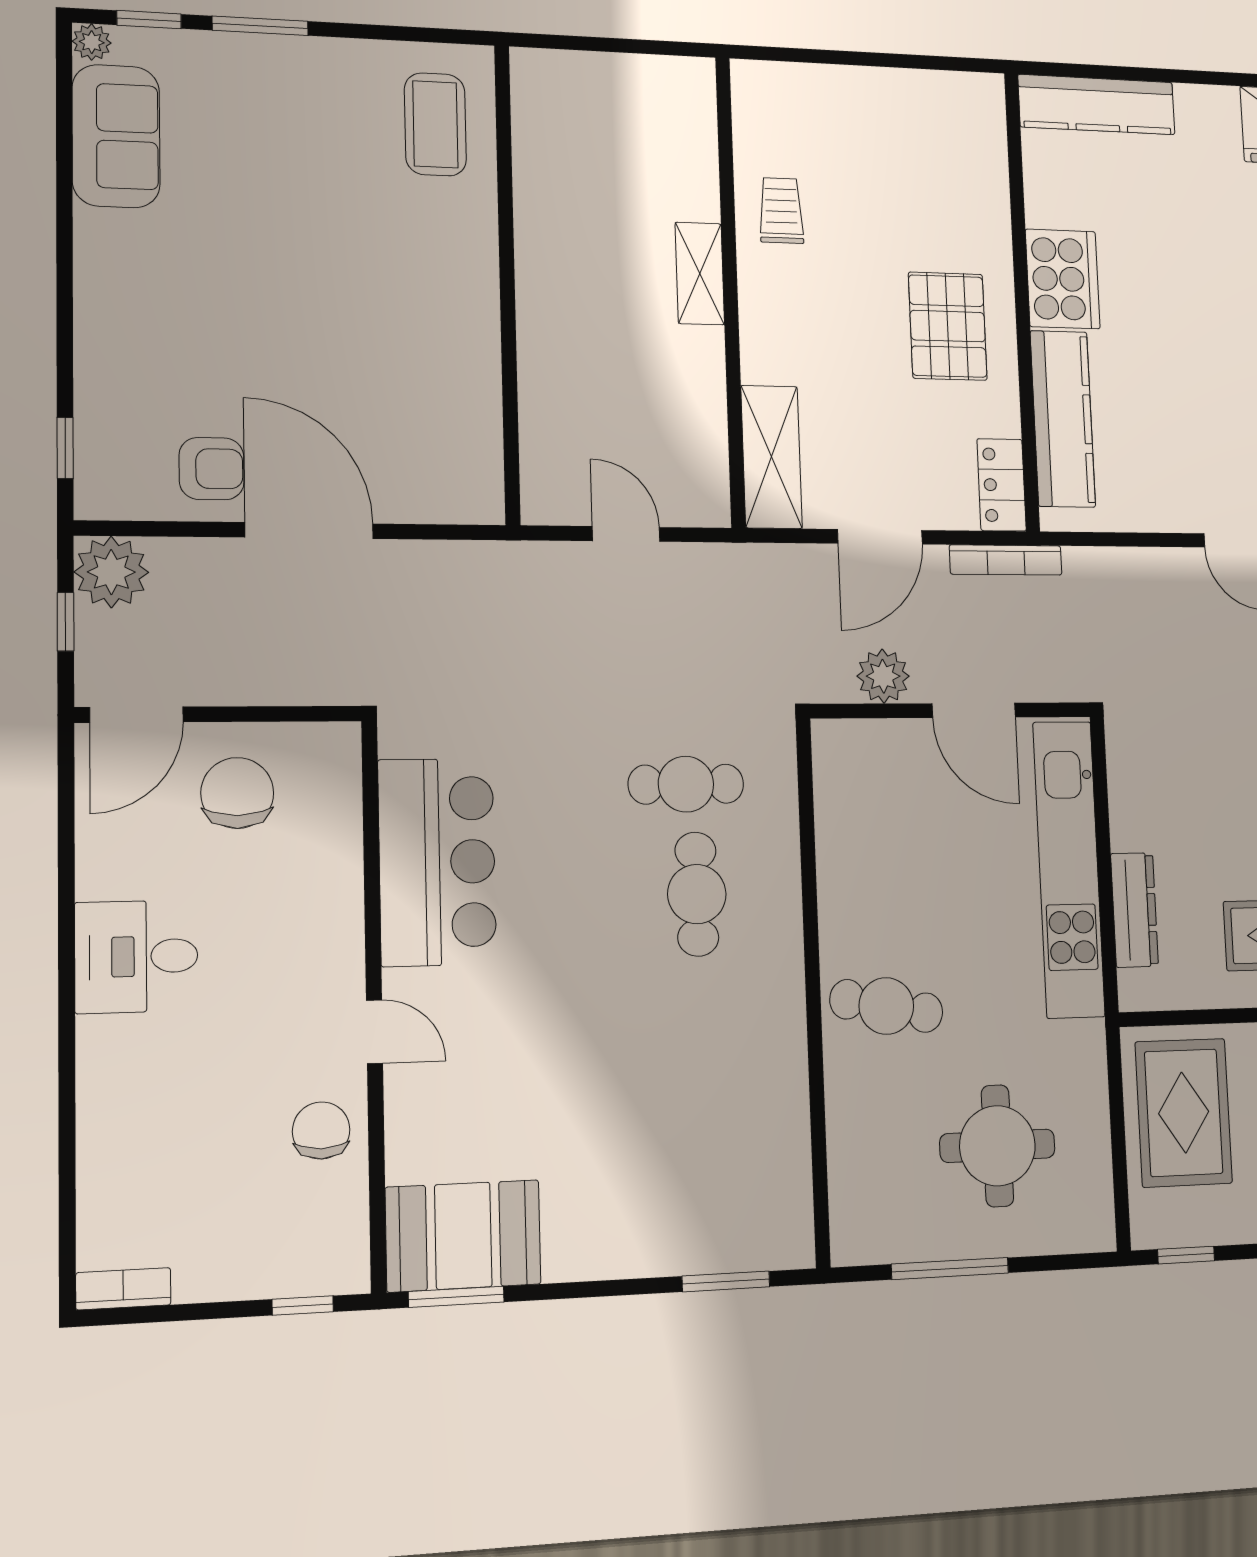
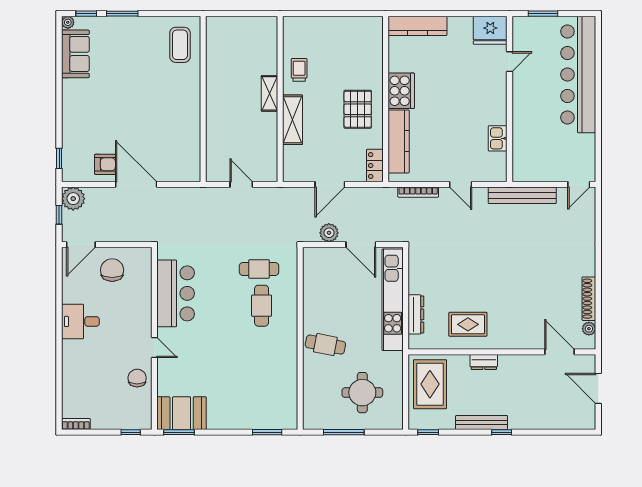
shelving: (772, 457) -> (293, 120), moved
bookcase: (1006, 560) -> (418, 192), moved

